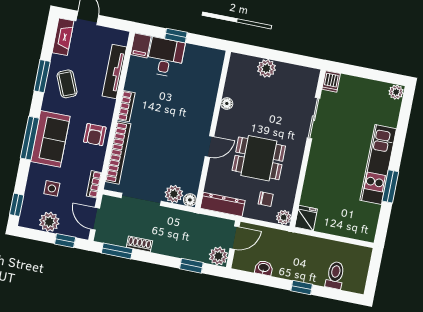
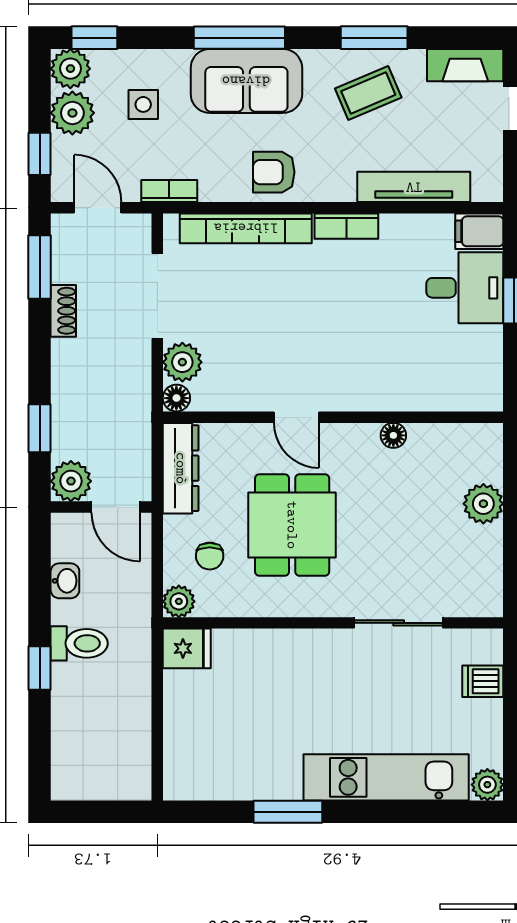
dishwasher: (331, 81) -> (483, 681), moved
kitchen unit: (378, 165) -> (386, 777), moved
plant: (29, 219) -> (70, 69), added
door: (95, 219) -> (98, 208), hinge flipped
toilet: (335, 275) -> (79, 643), moved

